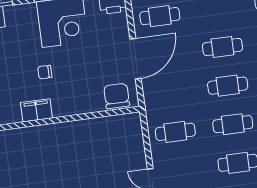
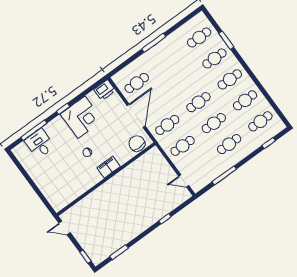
cafe table: (222, 47) -> (167, 125), moved
filing cabinet: (36, 110) -> (109, 167), moved

